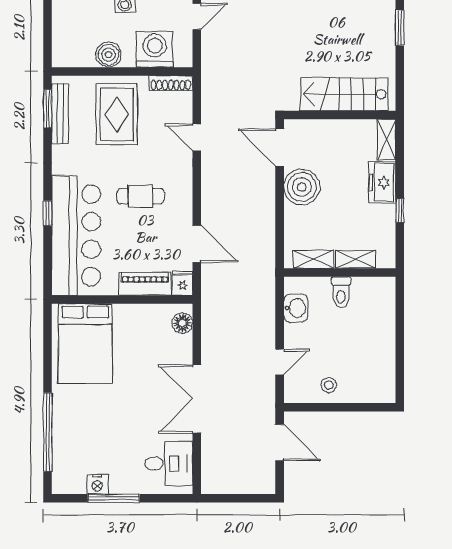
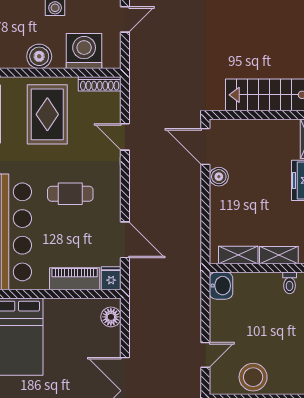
boiler: (302, 187) -> (219, 177), width x0.54, depth x0.54
toilet: (341, 292) -> (290, 283), moved, width x0.73, depth x0.72
washbasin: (296, 308) -> (221, 286), moved
stool: (329, 385) -> (253, 377), width x1.89, depth x1.89

